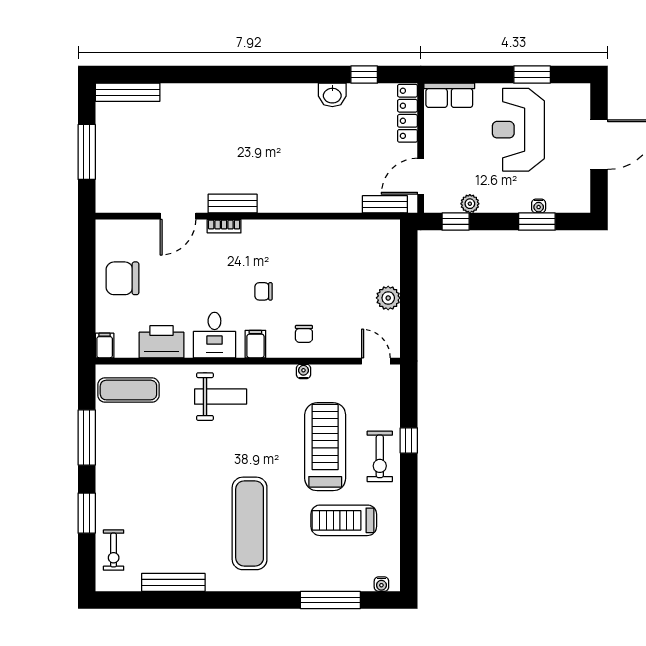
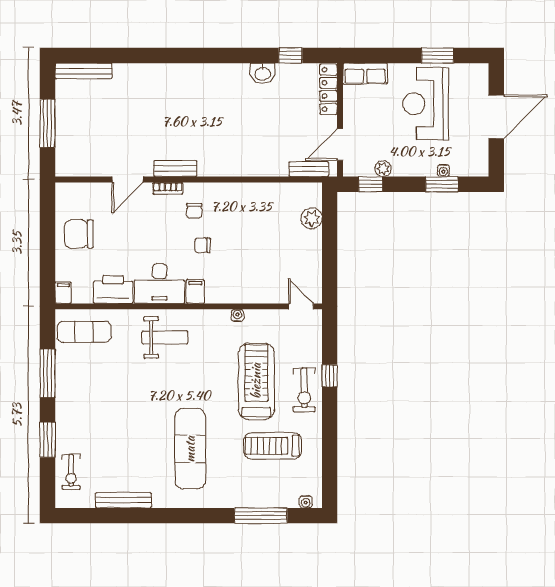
plant: (388, 298) -> (312, 218), moved
chair: (304, 334) -> (194, 211), moved
desk: (214, 335) -> (159, 284), width x1.37

